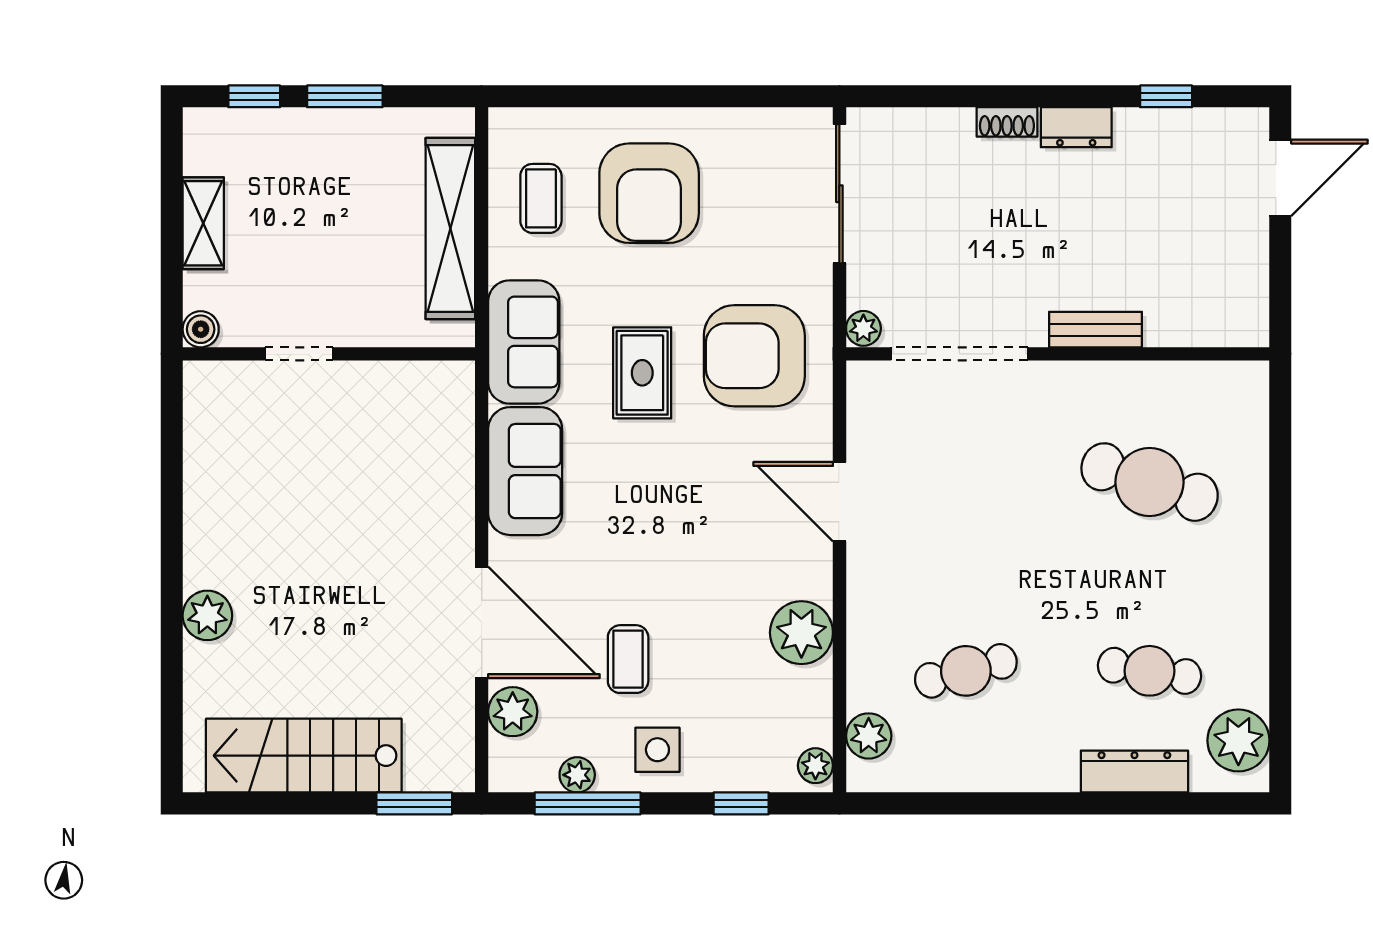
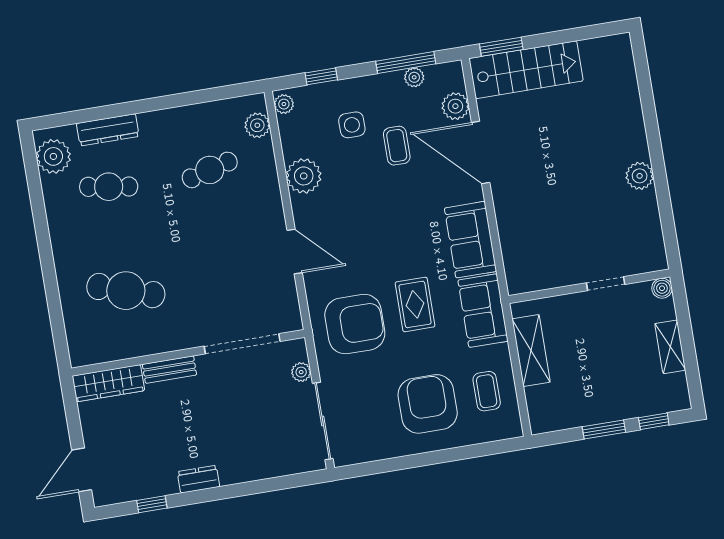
shoe rack: (1007, 122) -> (237, 476), removed
shelving: (450, 228) -> (531, 351), width x0.68
wardrobe: (1207, 323) -> (108, 383), added
plant: (863, 328) -> (301, 372), moved
plant: (207, 615) -> (640, 176), moved
side table: (657, 750) -> (352, 125), moved
stairs: (304, 756) -> (526, 70), moved

